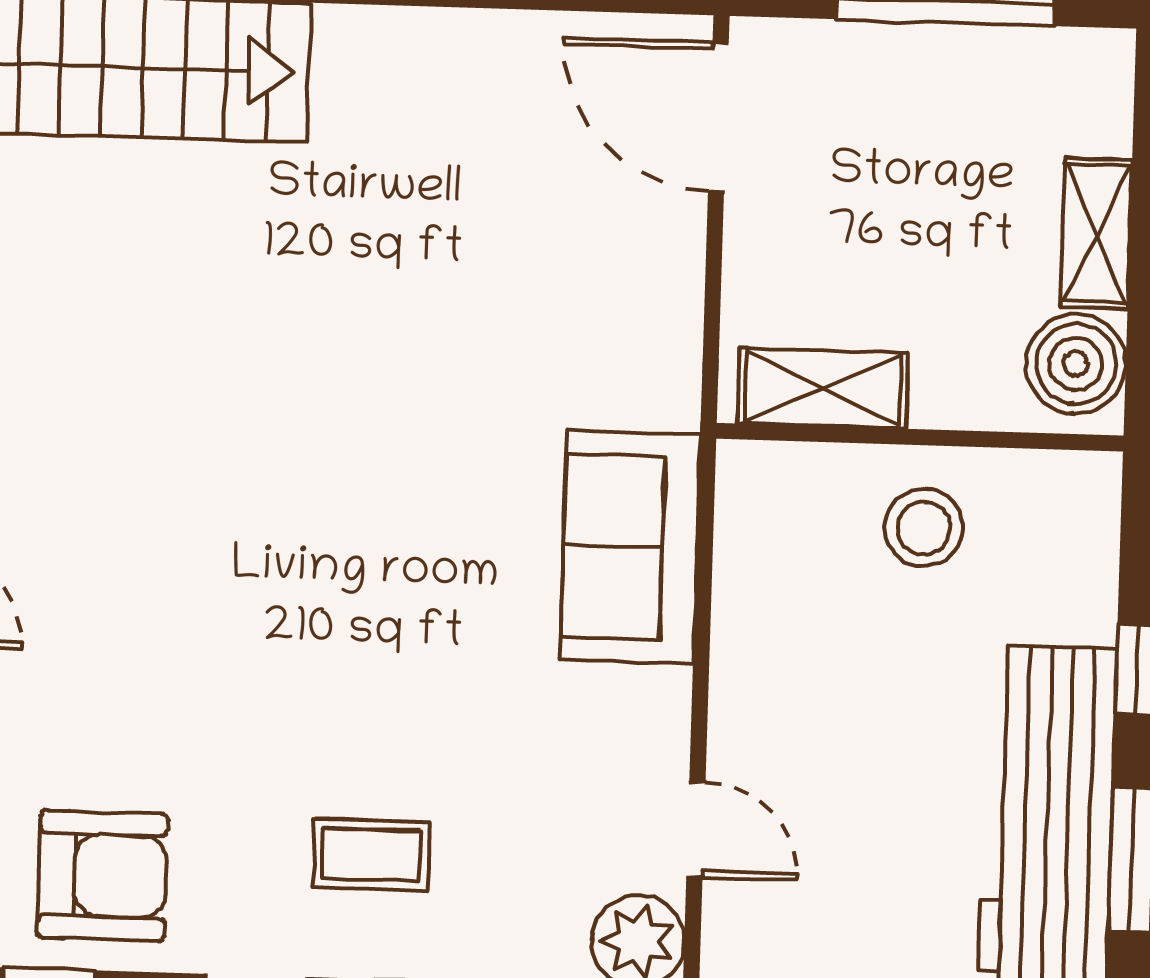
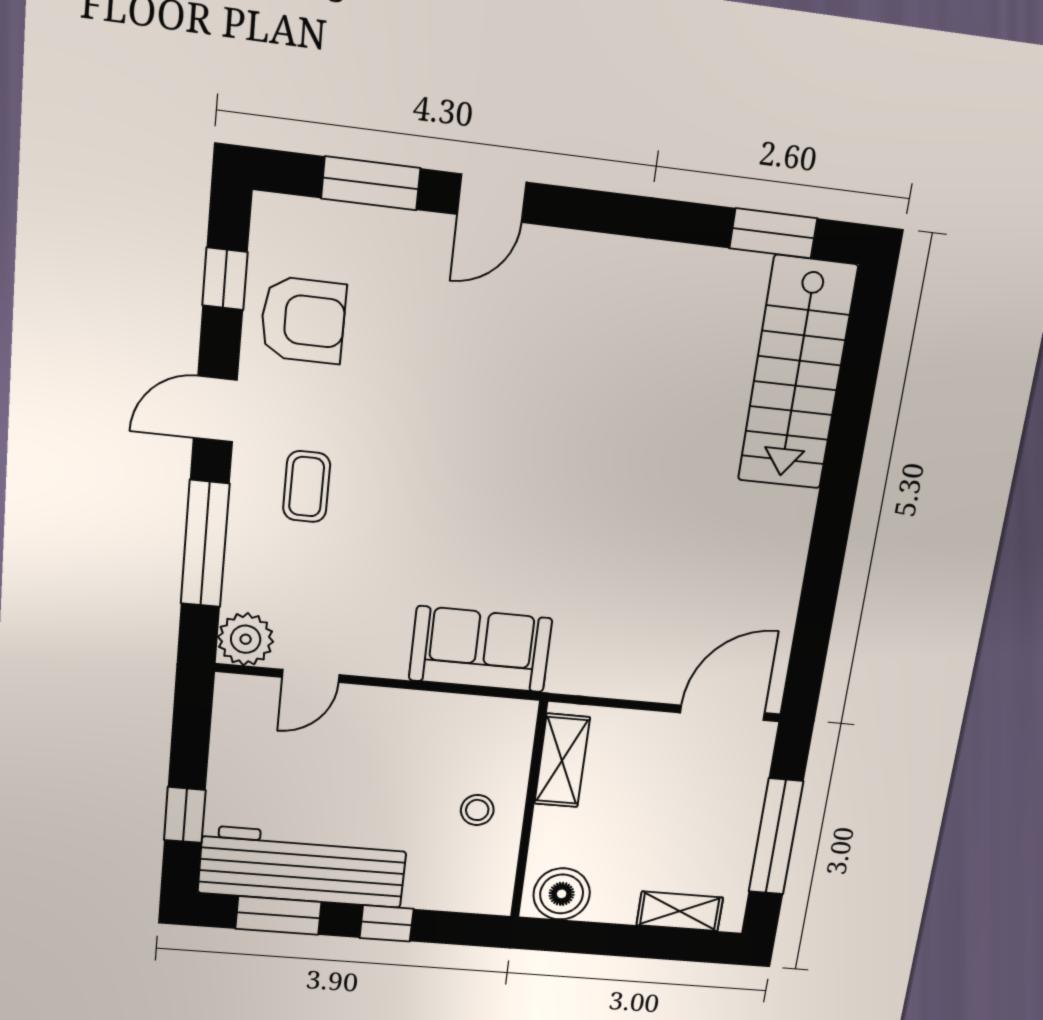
shelving: (1096, 233) -> (680, 911), moved
stool: (924, 528) -> (477, 810), width x0.73, depth x0.73
armchair: (102, 876) -> (303, 320), turned -90

